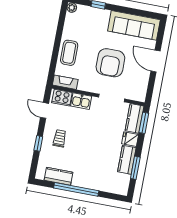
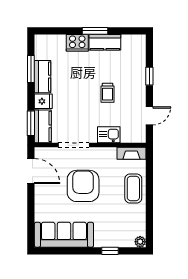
door: (155, 61) -> (31, 171), moved
cooker: (62, 98) -> (77, 43), moved, turned 180
door: (45, 110) -> (149, 116), hinge flipped
trolley: (60, 138) -> (107, 93), moved
kitchen counter: (59, 176) -> (105, 42), moved
window: (76, 189) -> (95, 31), width x0.47

